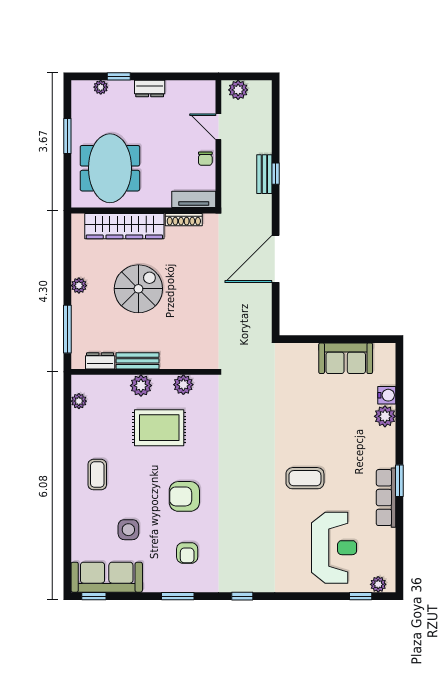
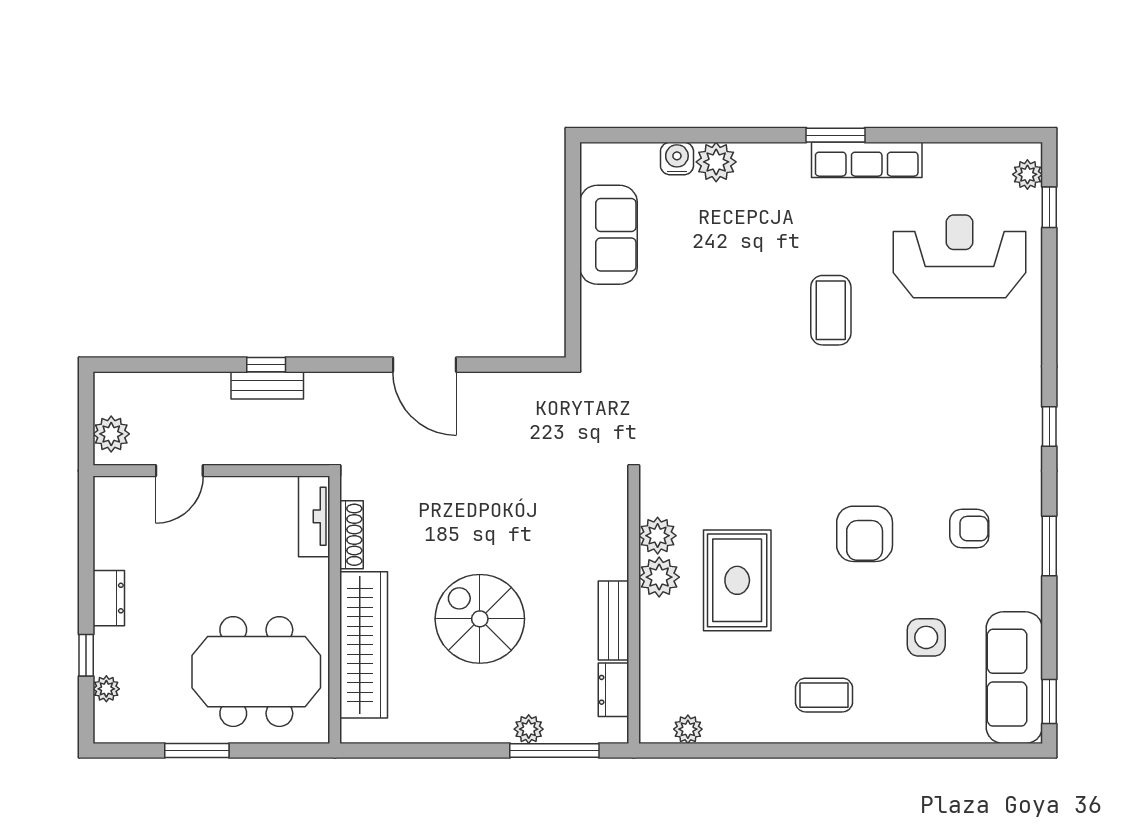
chair: (205, 159) -> (239, 495), removed
door: (276, 259) -> (424, 365), width x0.73
plant: (79, 286) -> (529, 729), moved
plant: (141, 386) -> (659, 577), moved

